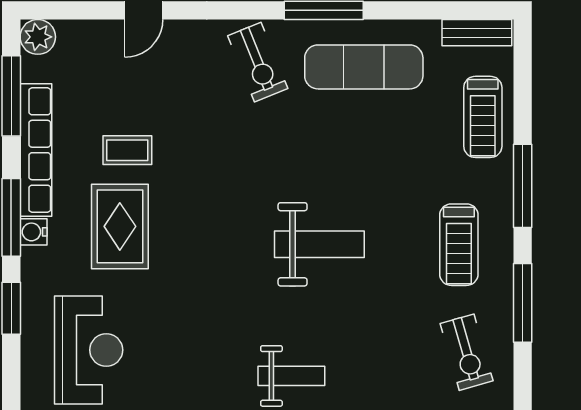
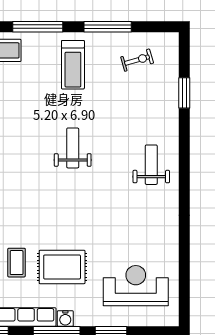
weight bench: (319, 244) -> (73, 148), width x0.73, depth x0.75
treadmill: (459, 245) -> (73, 65), turned 90
exercise bike: (467, 352) -> (137, 60), width x0.73, depth x0.72

